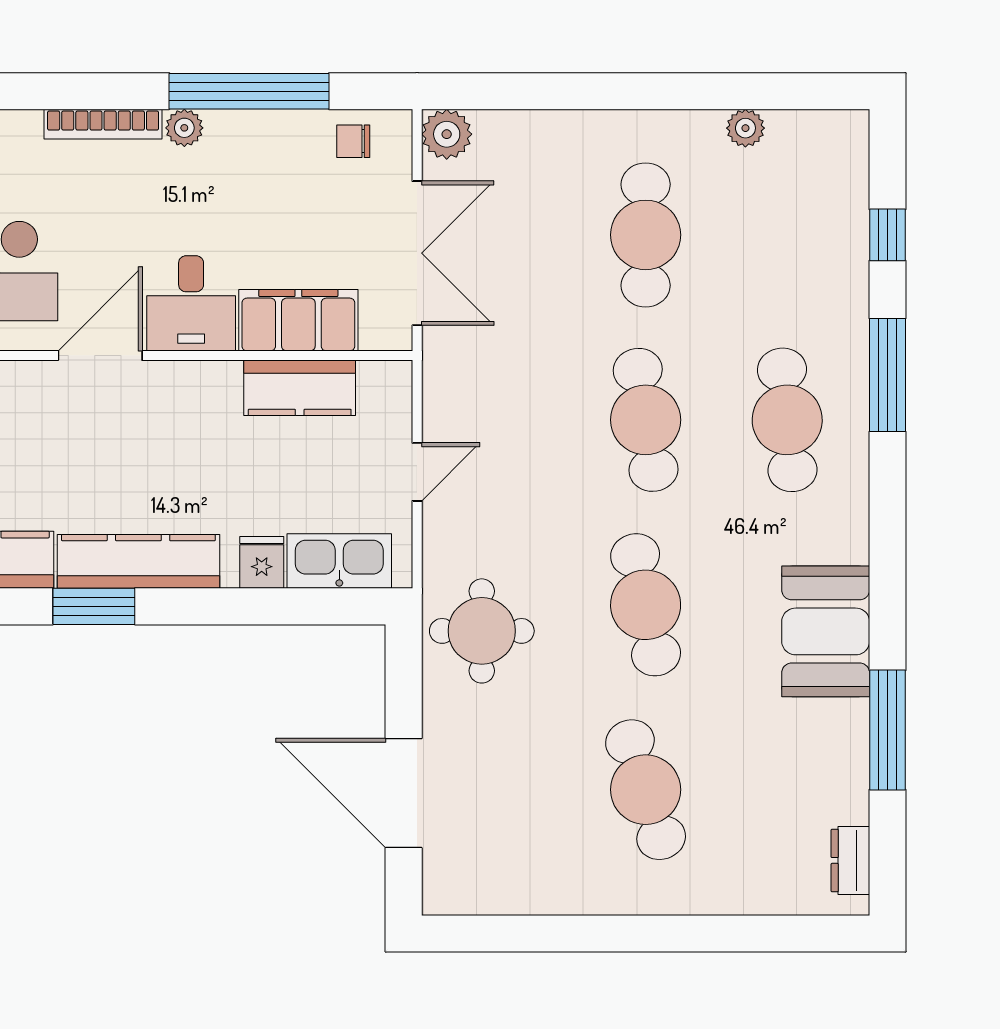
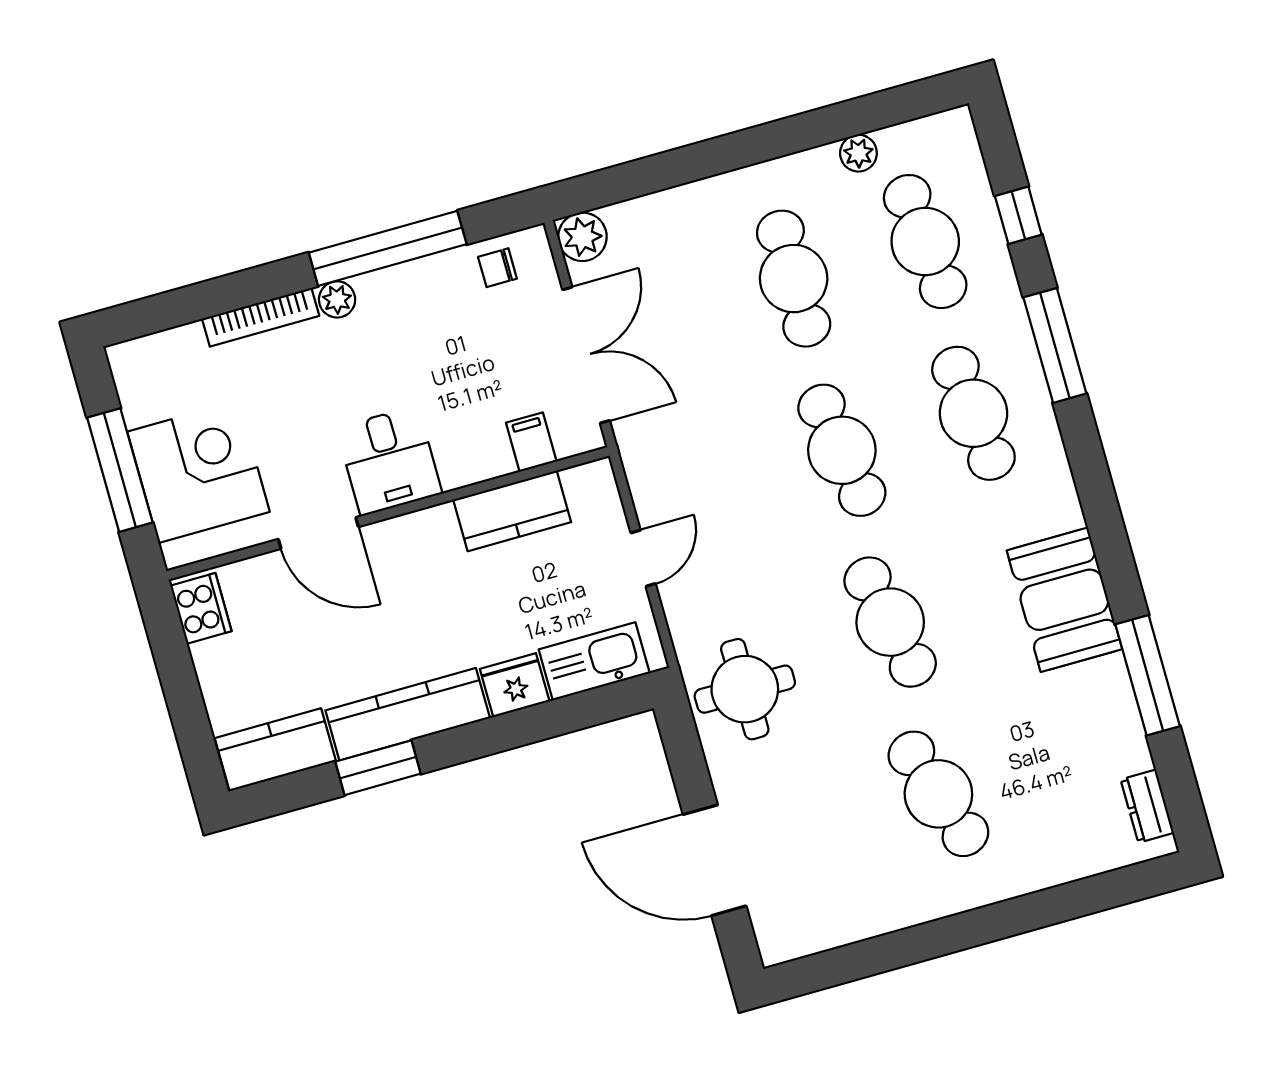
cafe table: (787, 235) -> (925, 242), added
filing cabinet: (298, 320) -> (531, 442), width x0.33, depth x0.86
door: (100, 356) -> (318, 533), swing flipped
fridge: (262, 562) -> (515, 685), width x1.38

